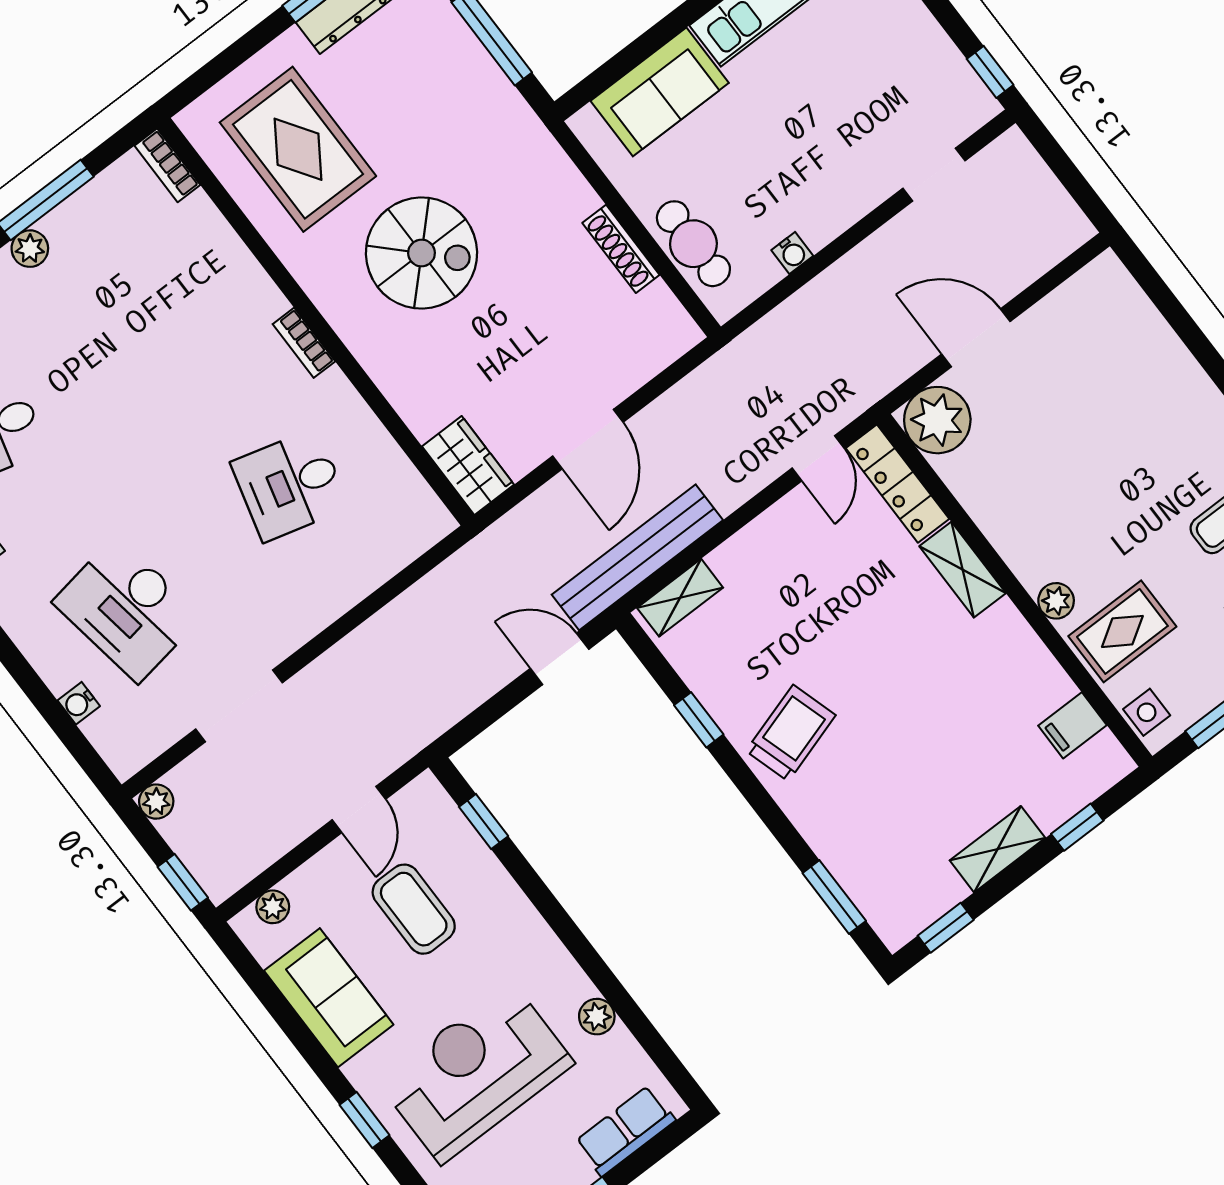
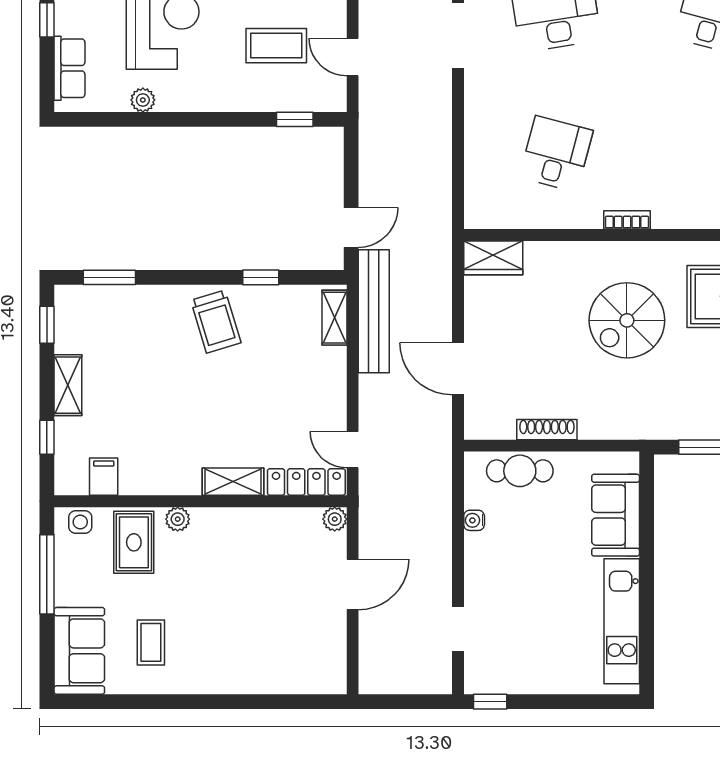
plant: (937, 420) -> (335, 519), width x0.53, depth x0.53
door: (588, 439) -> (458, 369), moved

